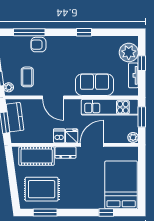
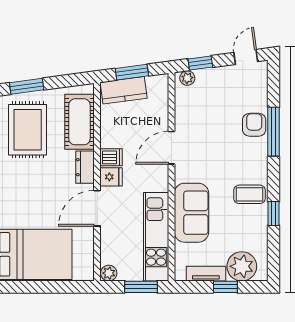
window: (29, 32) -> (274, 132), moved
window: (84, 32) -> (274, 213), moved
coffee table: (27, 77) -> (250, 194), moved
kitchen counter: (15, 117) -> (124, 90), moved
door: (92, 145) -> (97, 208), swing flipped
window: (14, 190) -> (27, 86), added

